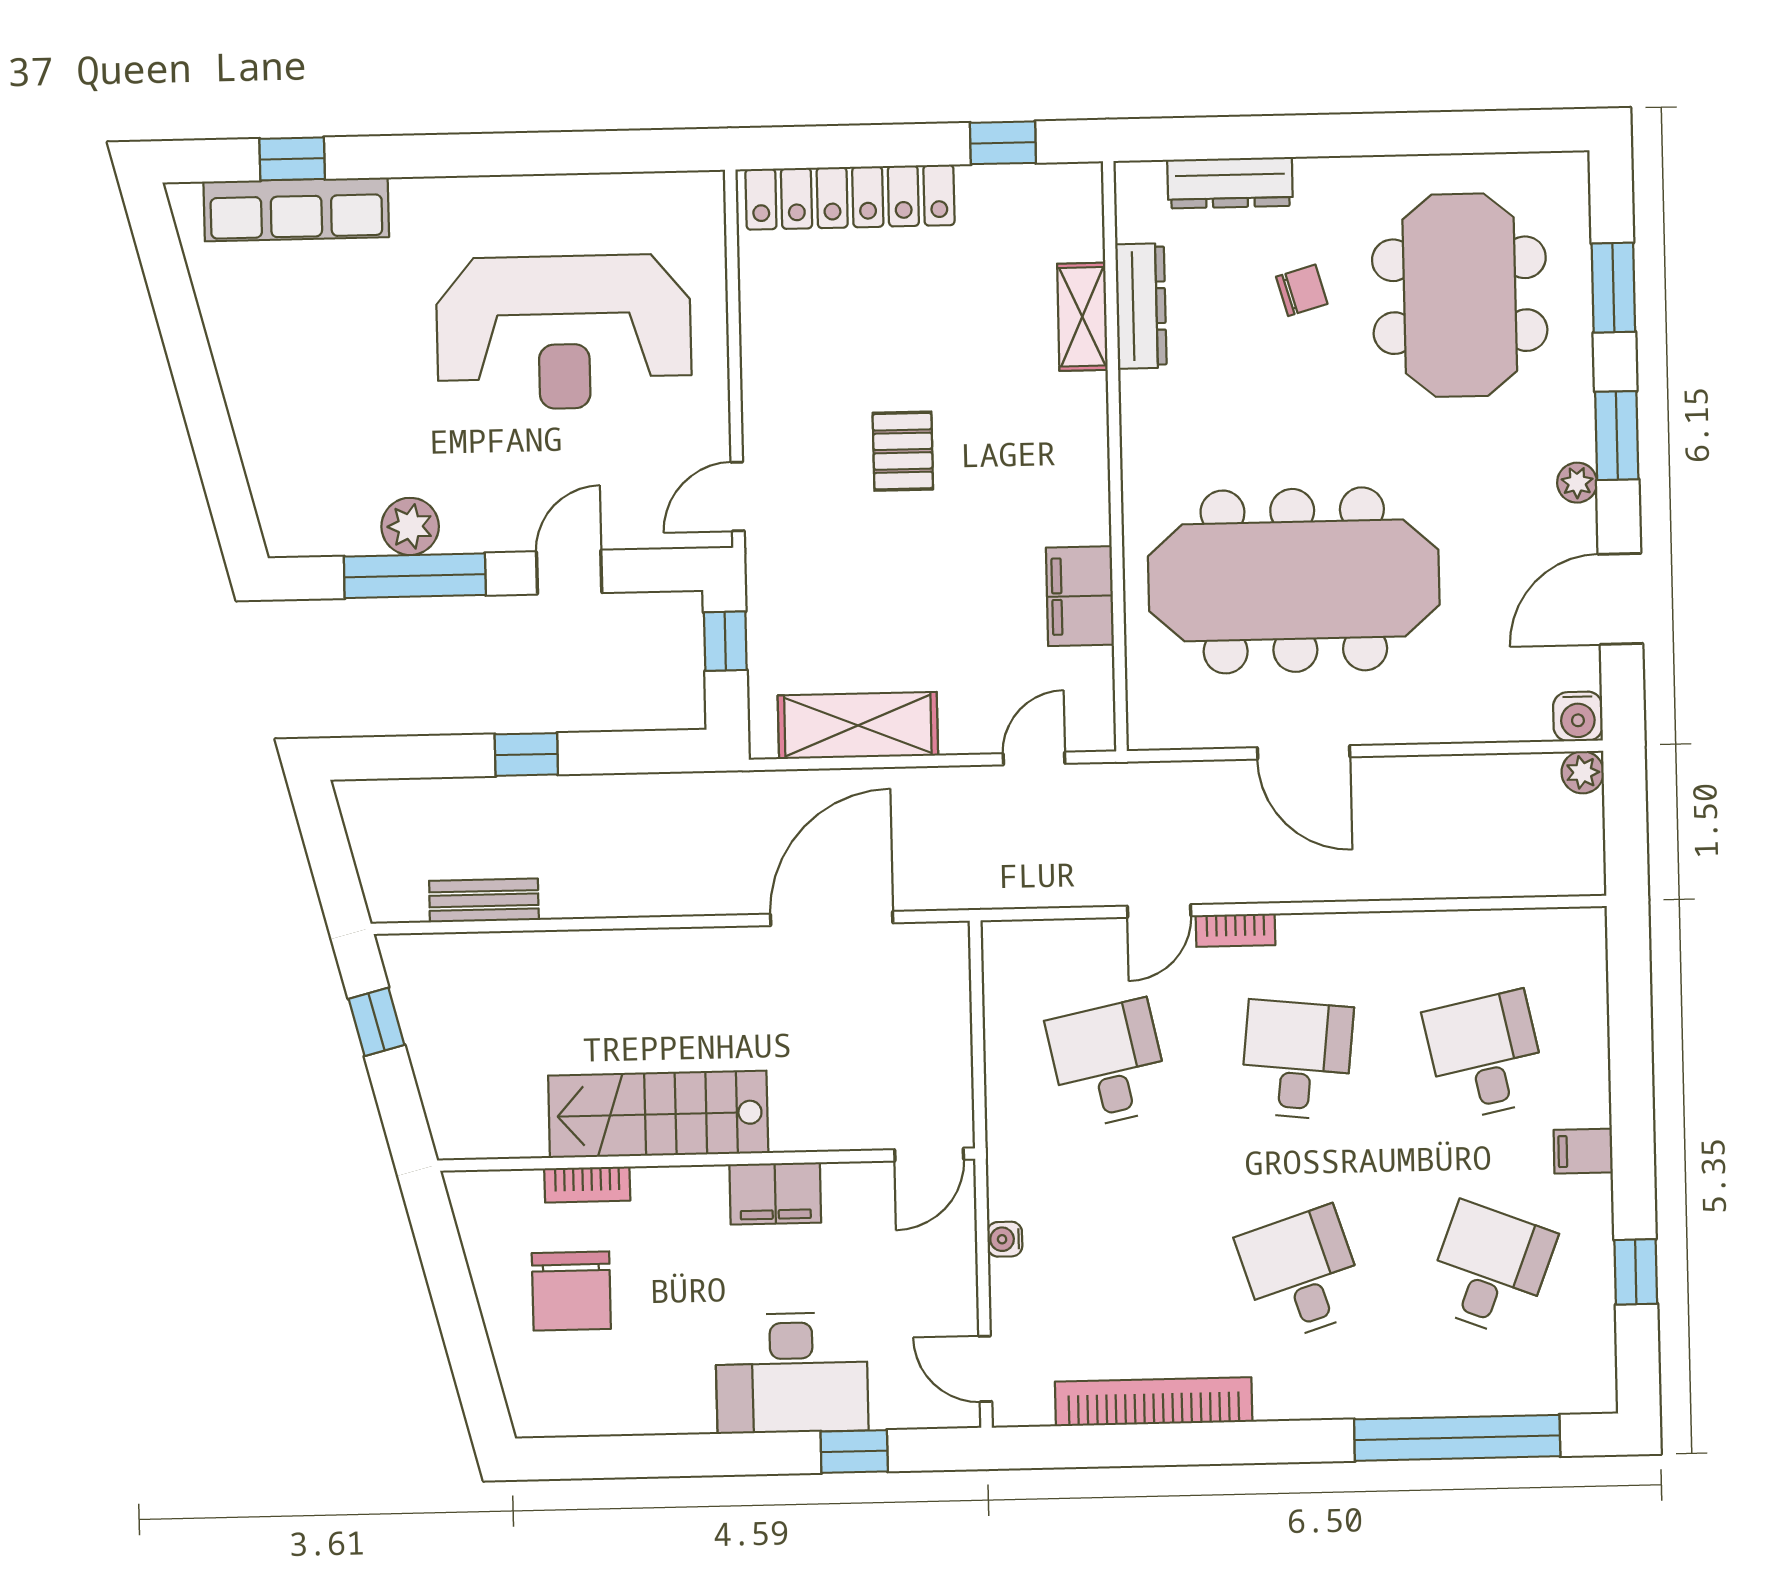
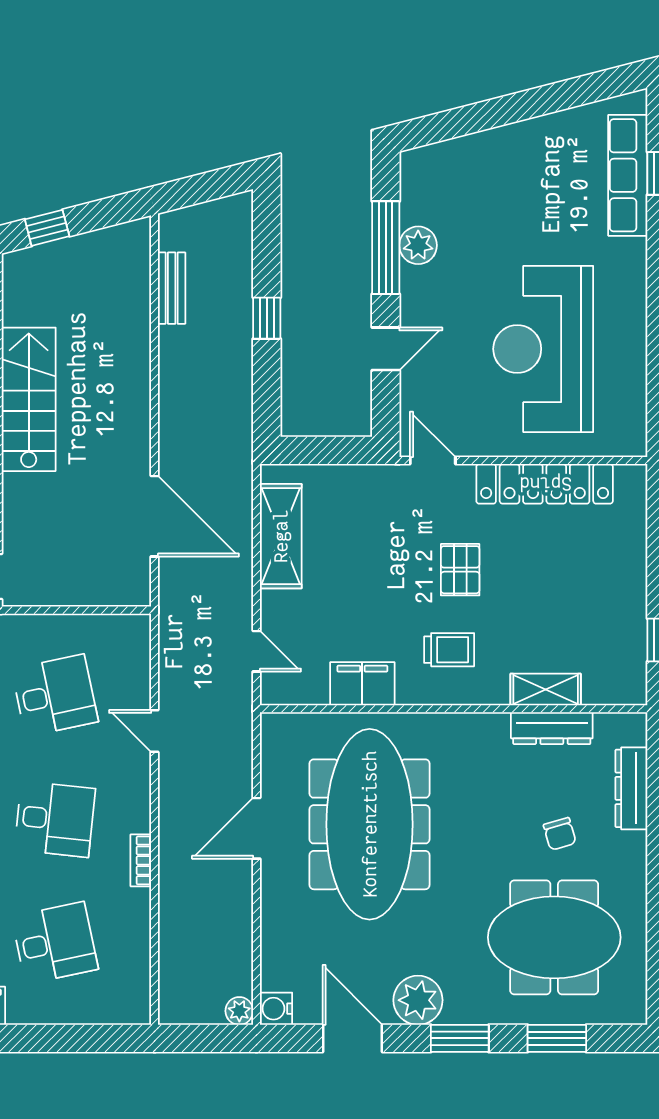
locker: (850, 197) -> (545, 484), moved, turned -90
pallet: (903, 451) -> (460, 570), turned 90
trolley: (1025, 465) -> (449, 650), added
plant: (1577, 483) -> (418, 1000), width x1.88, depth x1.88
door: (569, 572) -> (386, 349), hinge flipped
window: (725, 641) -> (338, 450), removed
bookcase: (1235, 930) -> (141, 860), moved
window: (376, 1022) -> (47, 228), moved

